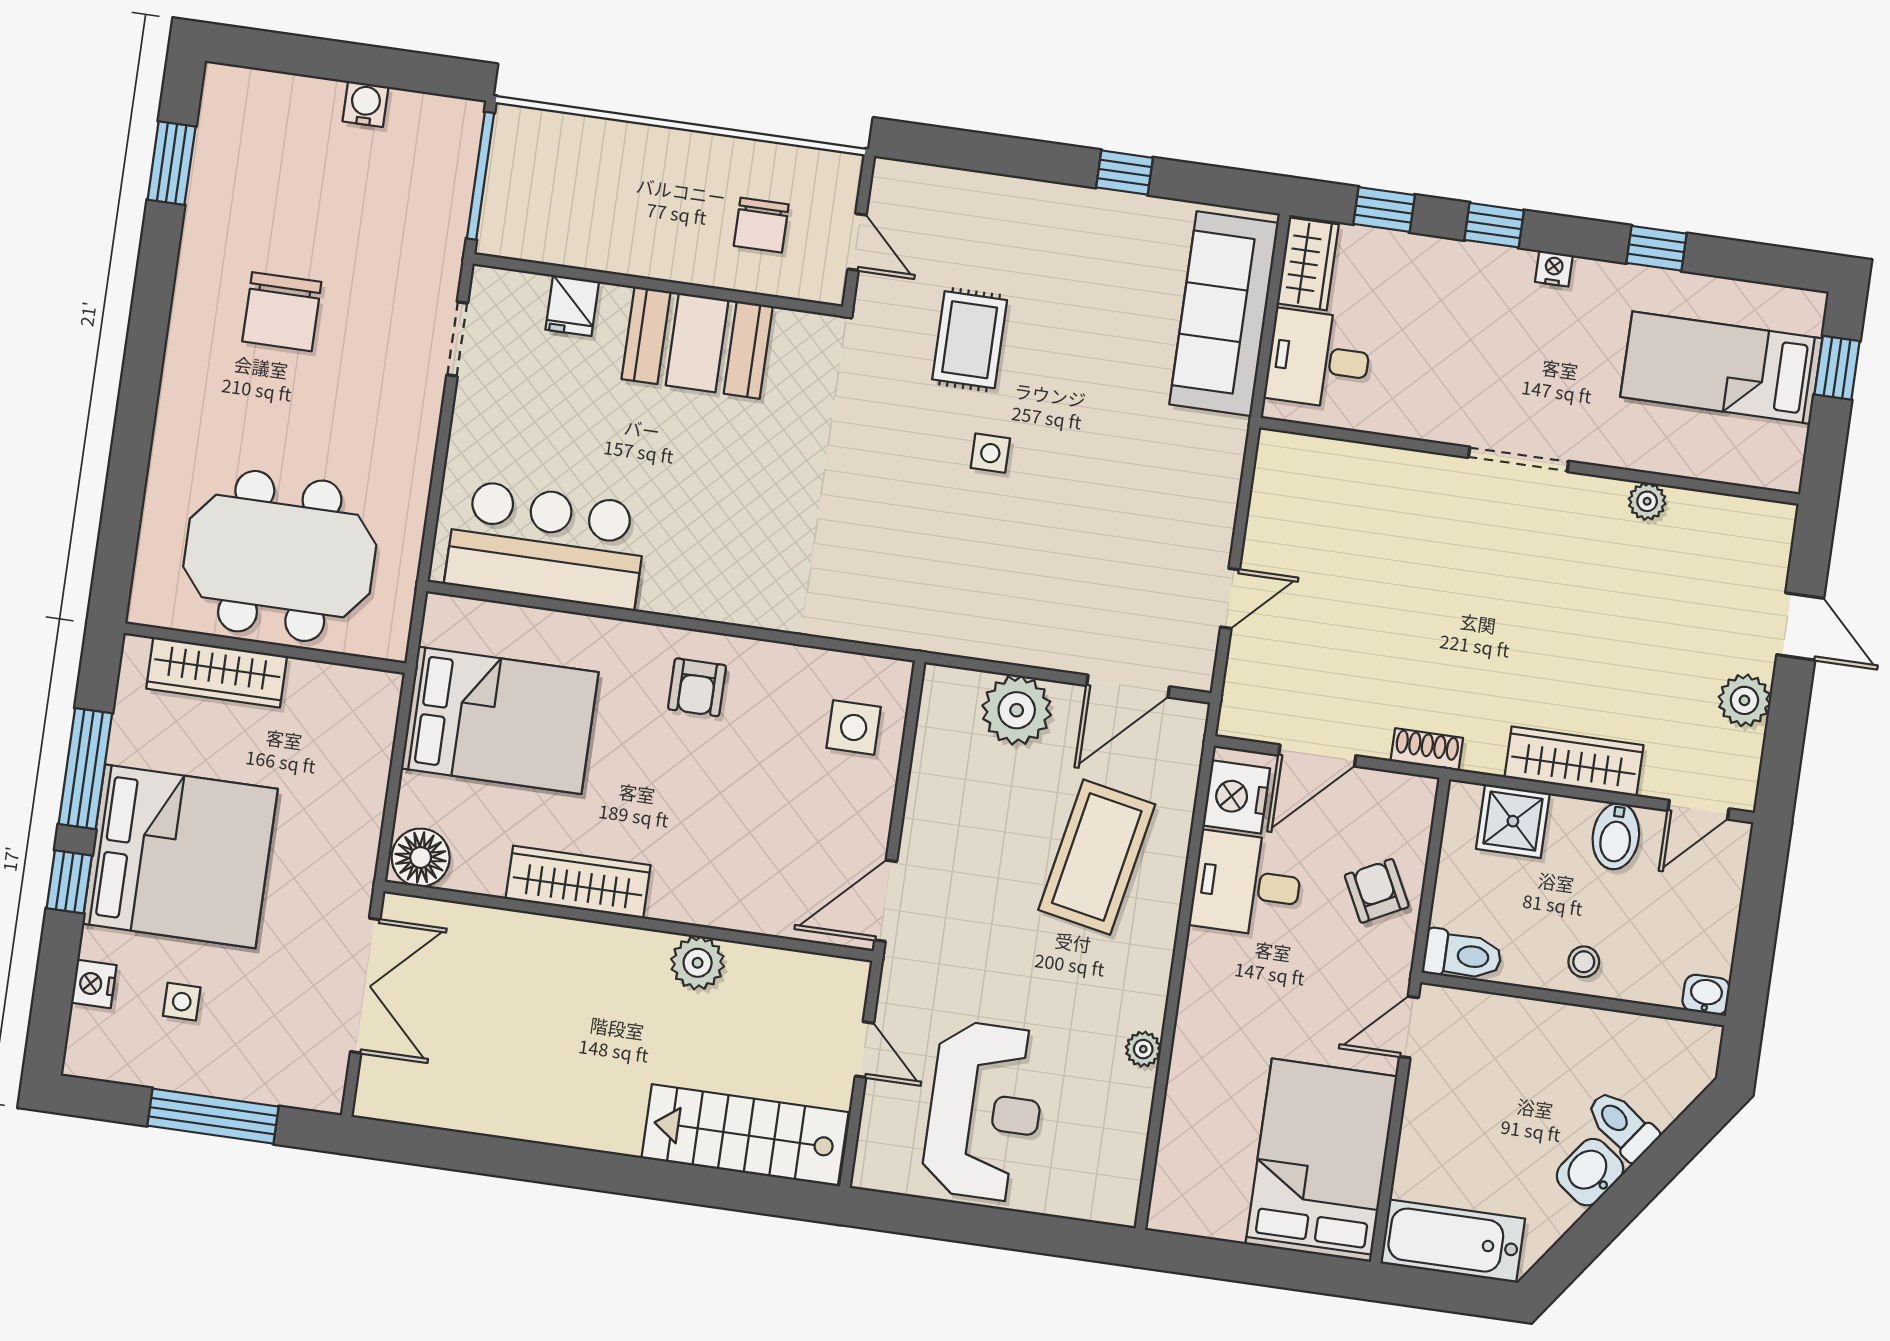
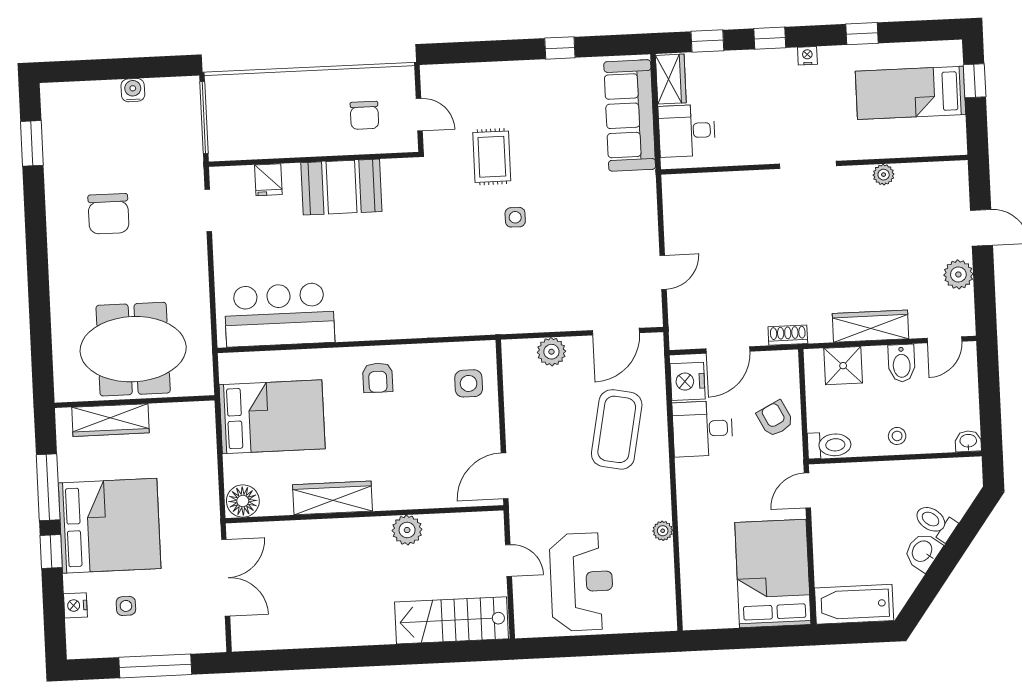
plant: (1017, 710) -> (551, 352), width x0.73, depth x0.73

